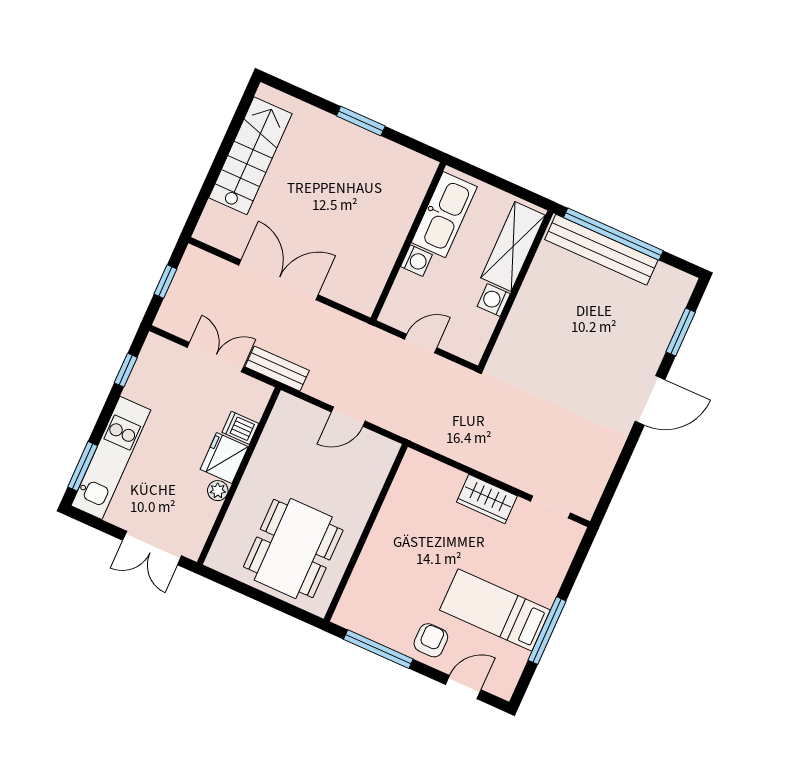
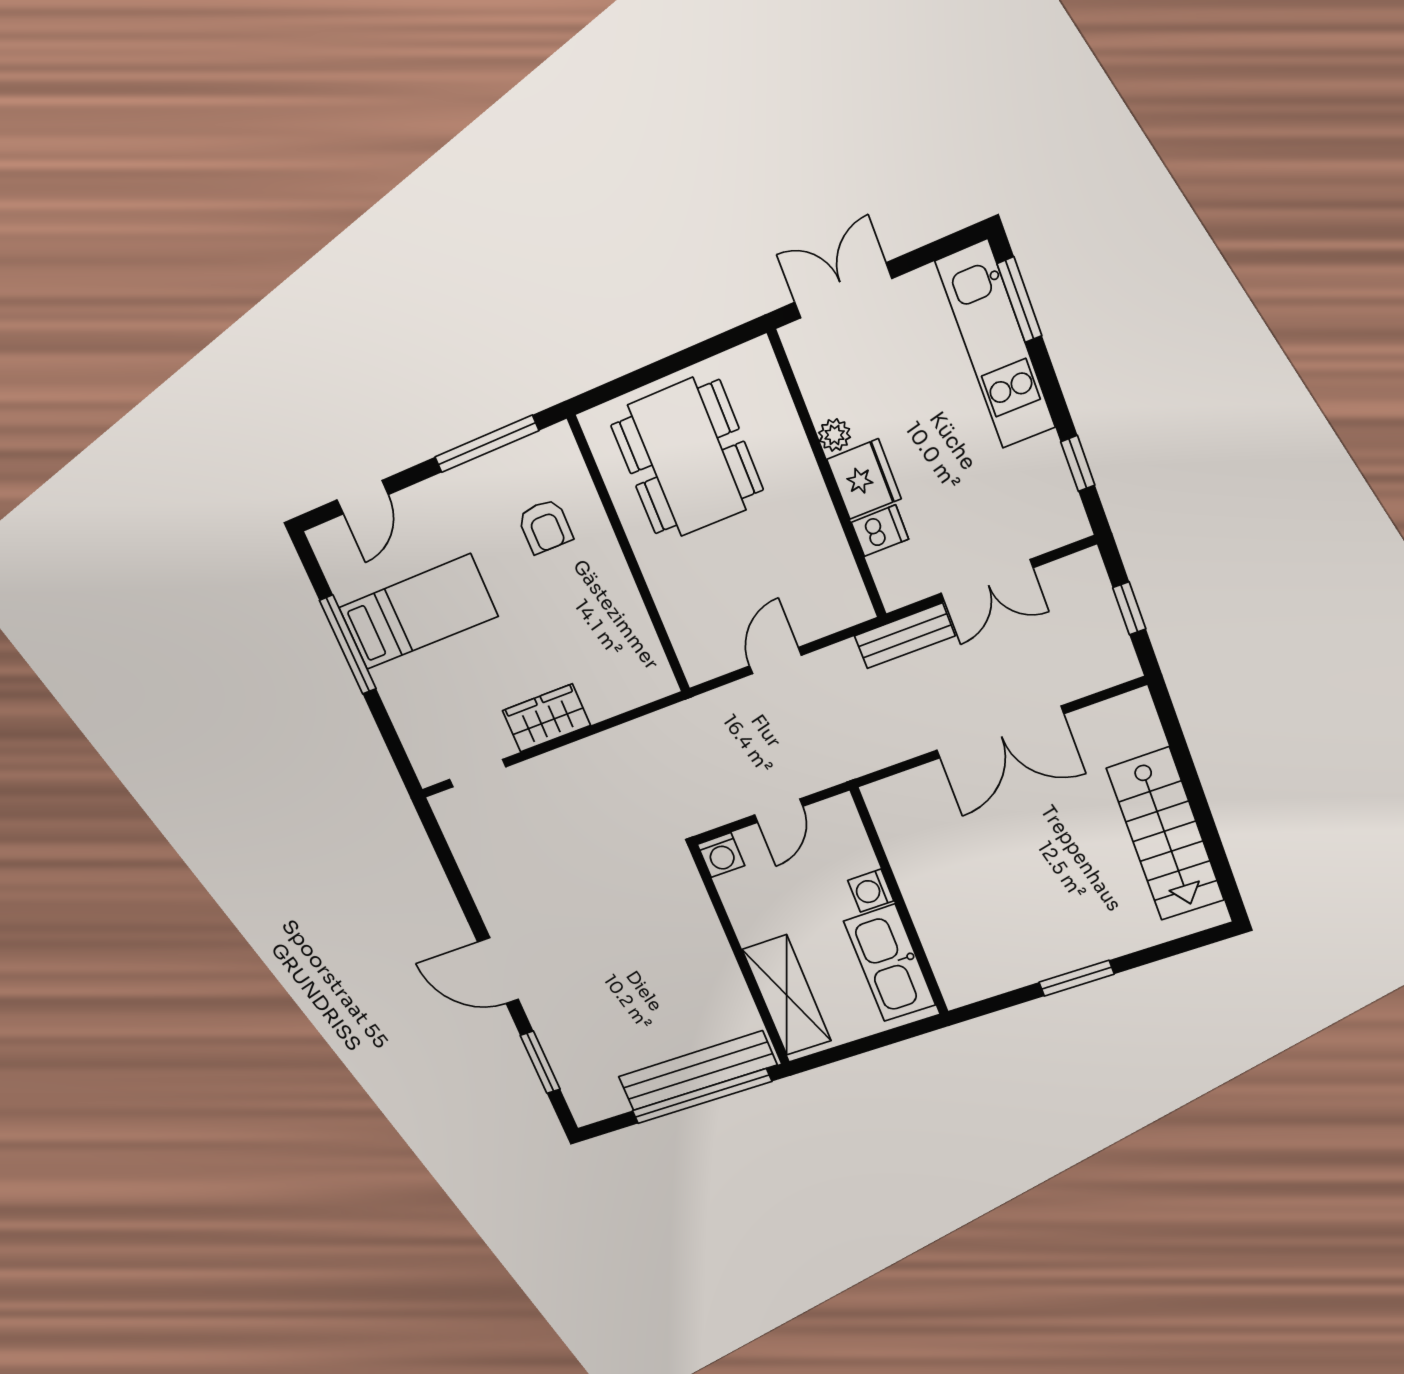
washing machine: (494, 300) -> (721, 855), moved, turned 90
door: (650, 400) -> (498, 971), hinge flipped
armchair: (431, 640) -> (545, 526), moved

